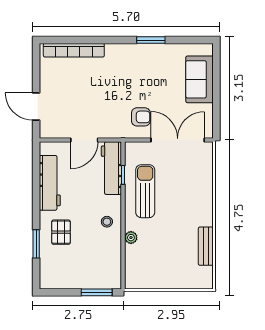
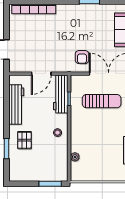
armchair: (141, 117) -> (82, 57), turned 90
sun lounger: (145, 191) -> (102, 101), moved, turned 90
plant: (131, 238) -> (75, 157), moved

